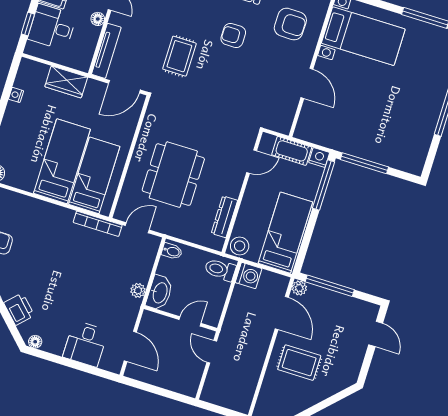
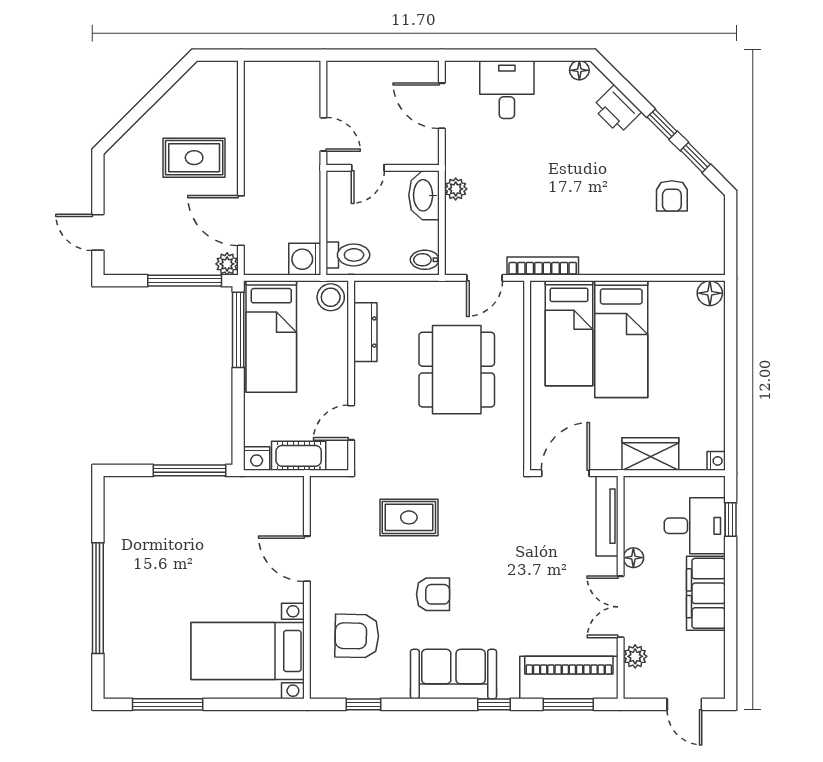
rug: (179, 56) -> (409, 517), moved, turned 90
nightstand: (16, 95) -> (716, 461), moved
window: (324, 185) -> (238, 330), moved

